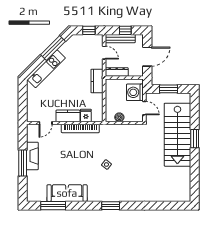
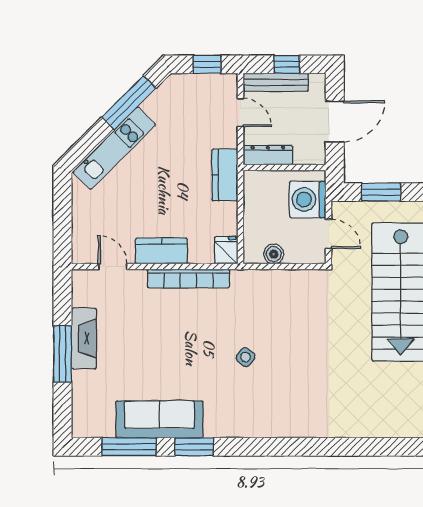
fridge: (86, 116) -> (226, 250), moved
door: (46, 123) -> (113, 267), swing flipped
window: (111, 206) -> (194, 447), moved

